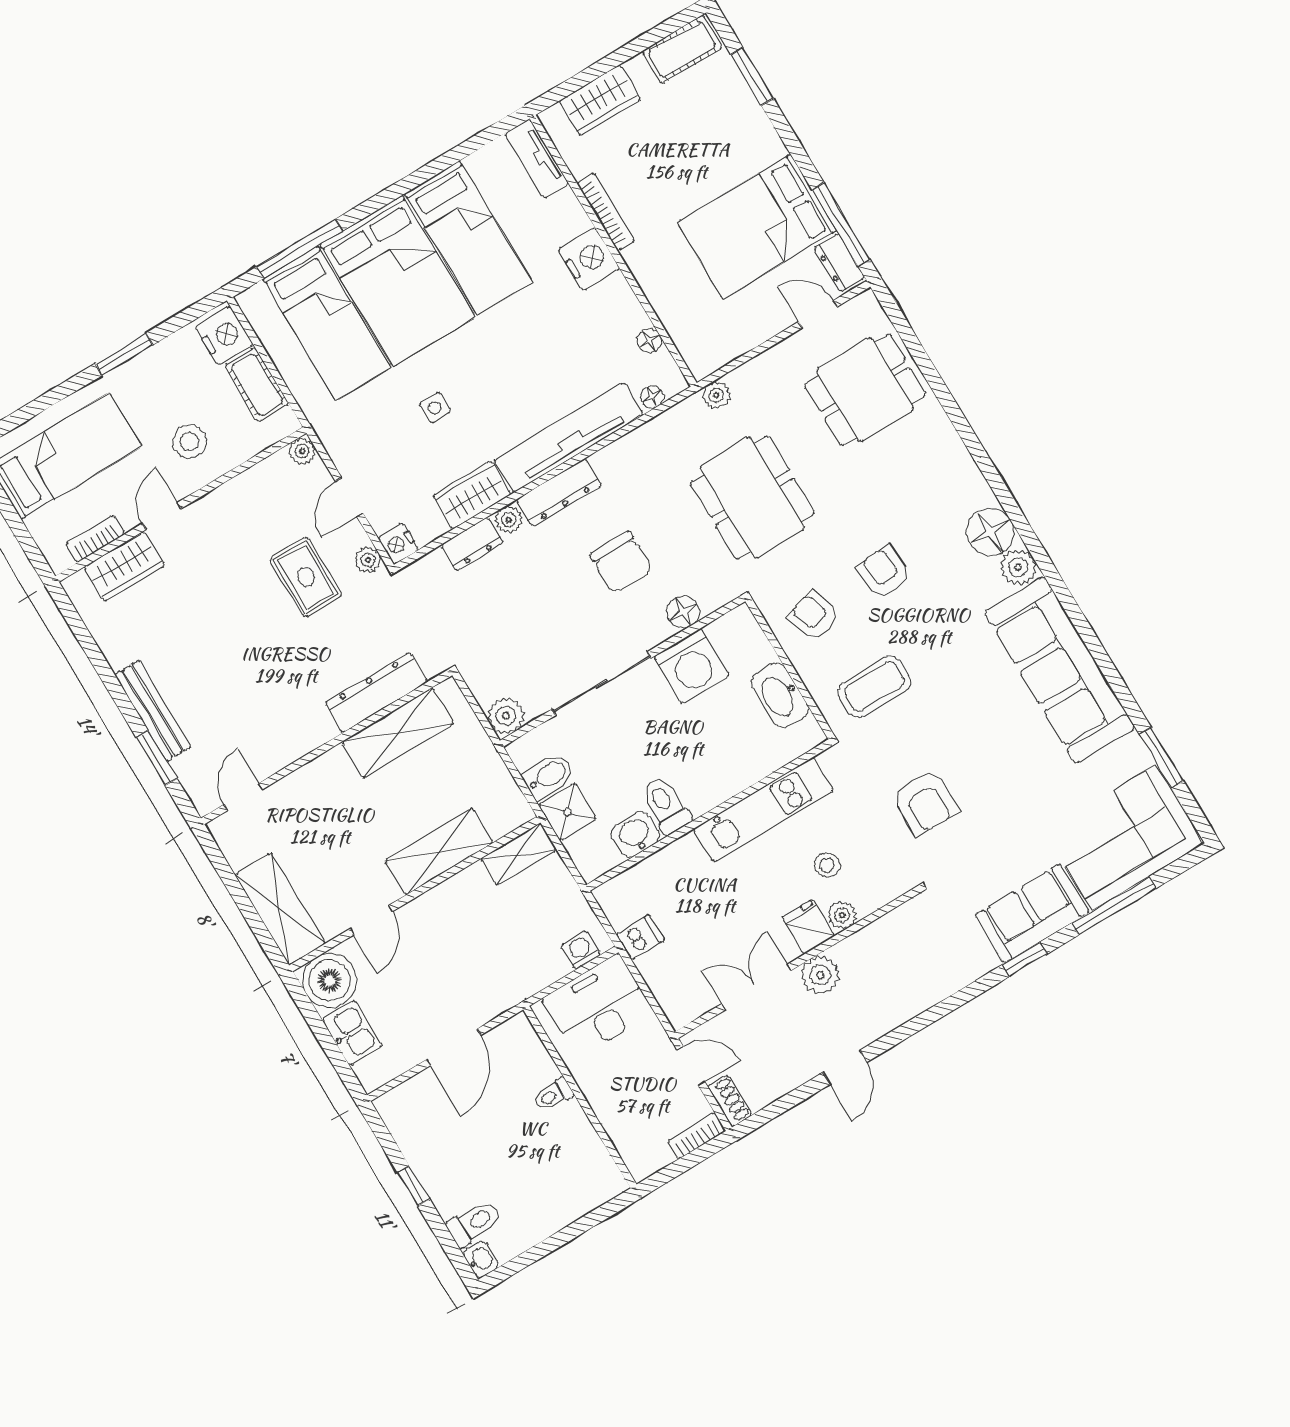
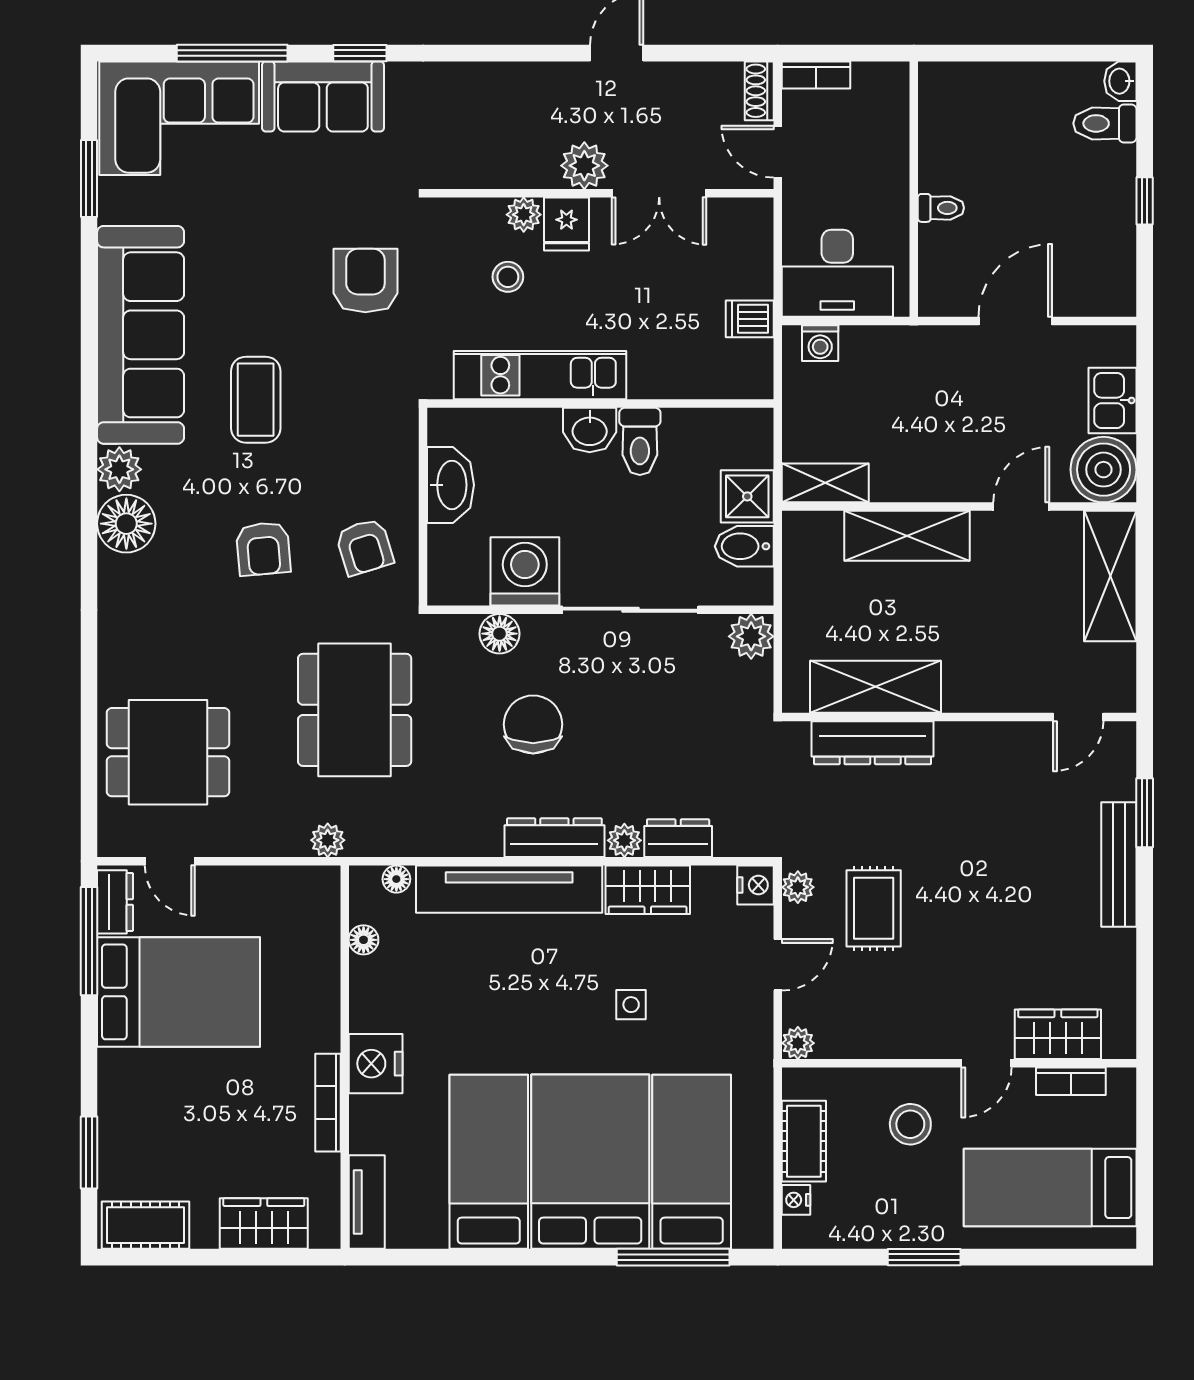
nightstand: (224, 336) -> (796, 1200), width x0.53, depth x0.56
coffee table: (874, 687) -> (256, 400), moved, turned 90
washbasin: (635, 834) -> (590, 430), moved

